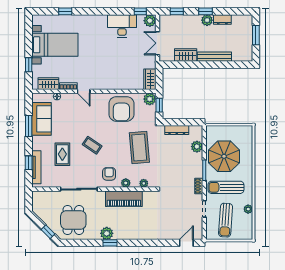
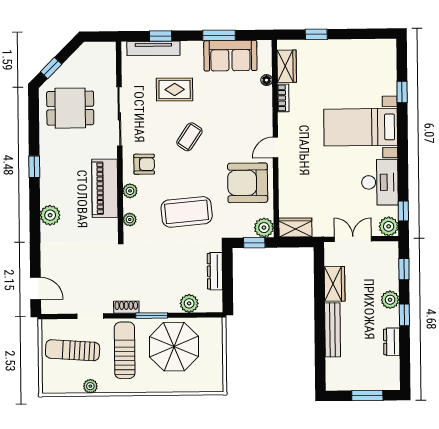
plant: (207, 20) -> (390, 300), moved
bed with nightstands: (55, 45) -> (361, 127), moved, turned 90
door: (84, 91) -> (275, 147), moved
plant: (107, 233) -> (50, 215), moved

